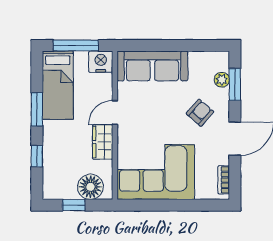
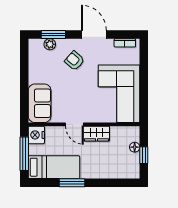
sofa: (152, 66) -> (40, 103), width x0.73
window: (37, 156) -> (107, 183), removed
floor lamp: (90, 187) -> (135, 147), width x0.53, depth x0.53

